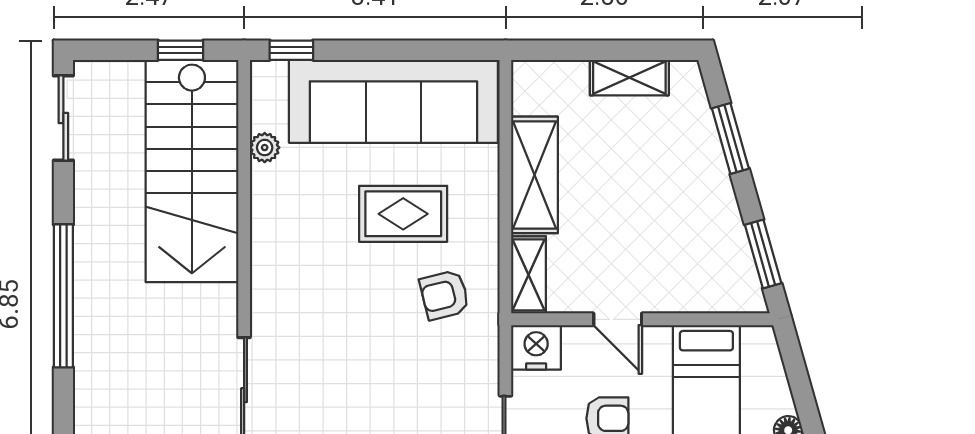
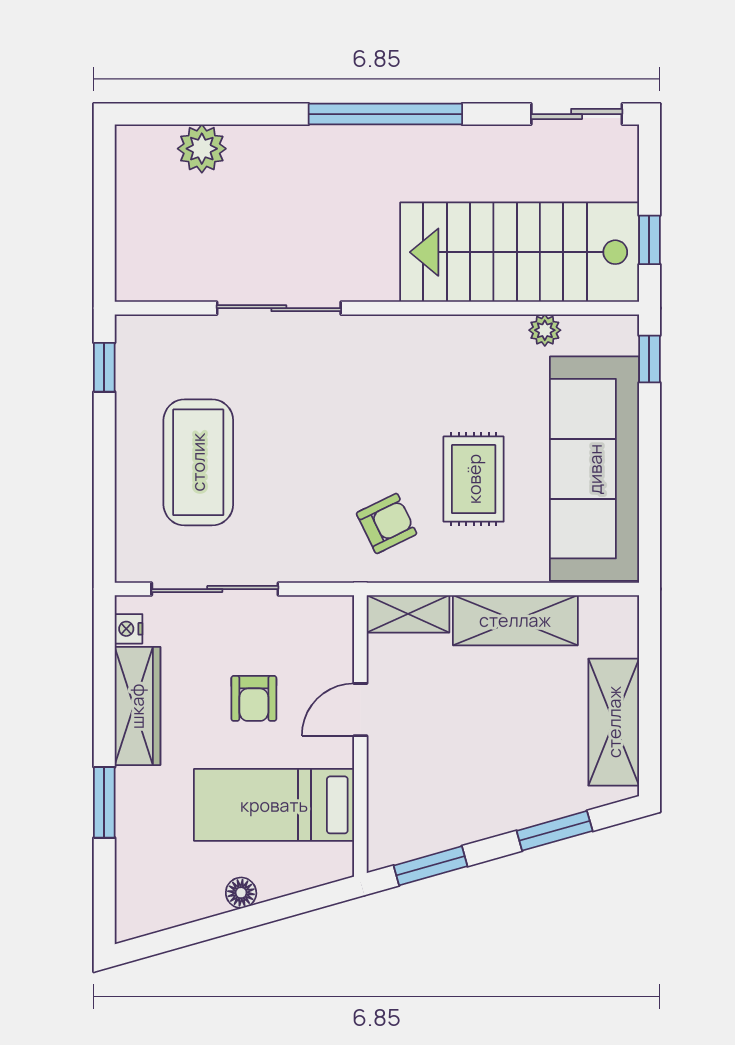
shelving: (629, 78) -> (614, 722), width x1.50, depth x1.33
armchair: (444, 295) -> (387, 523), turned 78
nightstand: (536, 347) -> (330, 622), removed

